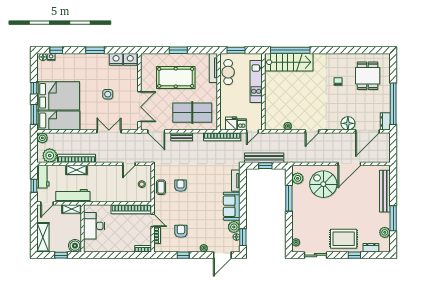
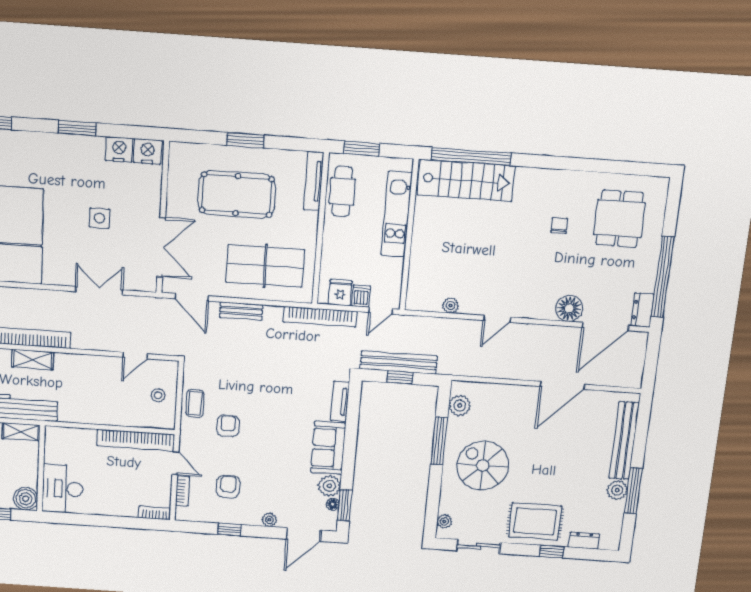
spiral stairs: (323, 184) -> (483, 465), moved
armchair: (181, 186) -> (228, 426), moved
desk: (94, 226) -> (63, 489), moved
plant: (385, 232) -> (617, 490), moved

